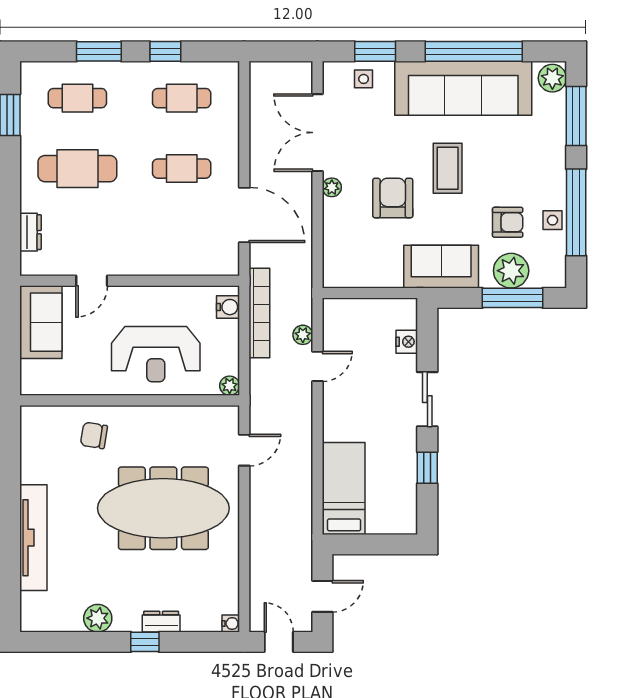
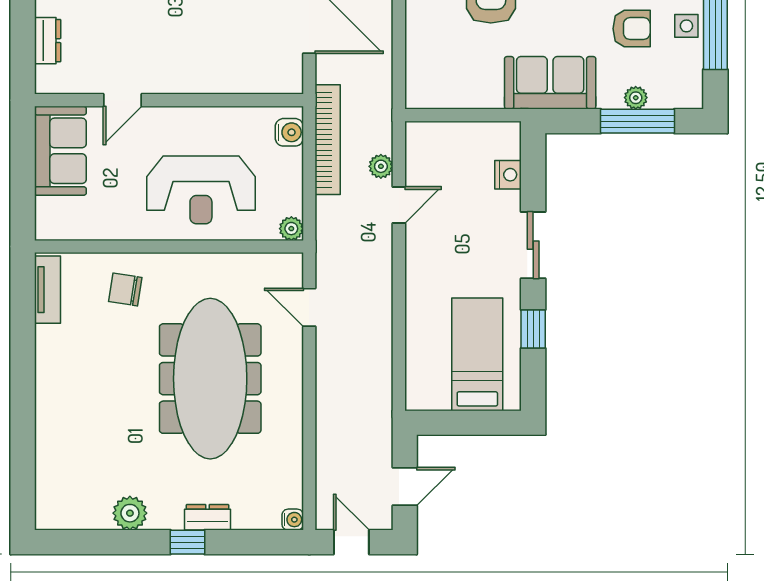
plant: (511, 271) -> (636, 98), width x0.53, depth x0.53
door: (244, 450) -> (309, 307), swing flipped
bed: (344, 488) -> (477, 354), moved
meeting table: (163, 508) -> (210, 379), turned 90
tv unit: (33, 538) -> (47, 290), moved, width x0.52, depth x0.78

